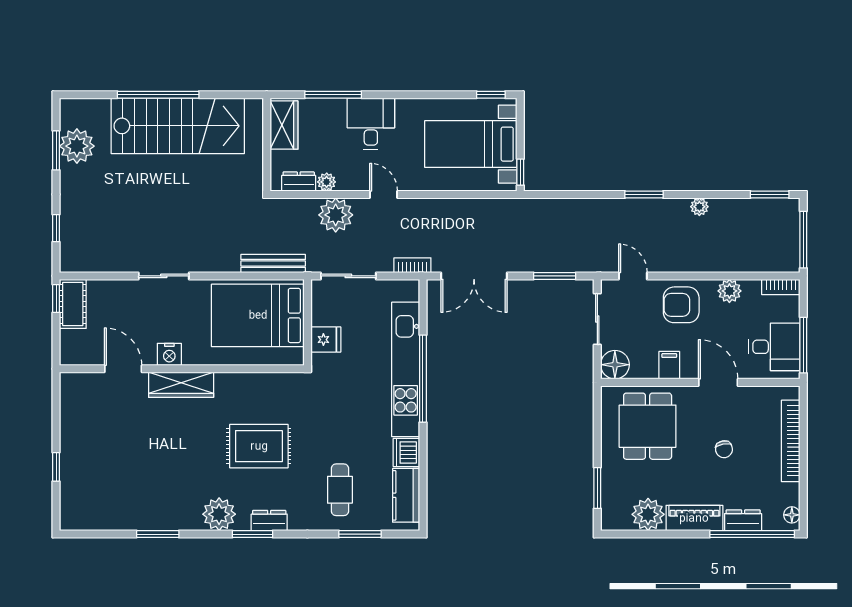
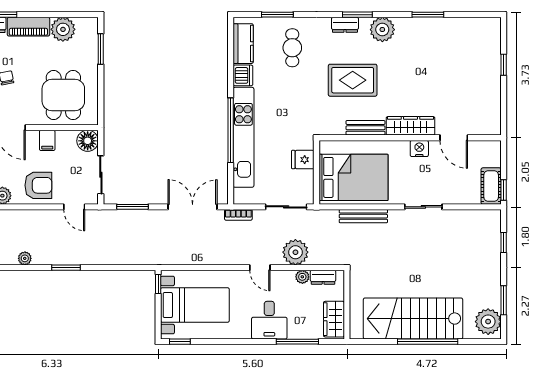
plant: (77, 146) -> (488, 322), moved
bench: (273, 263) -> (363, 216), moved
bench: (242, 382) -> (365, 128), added

